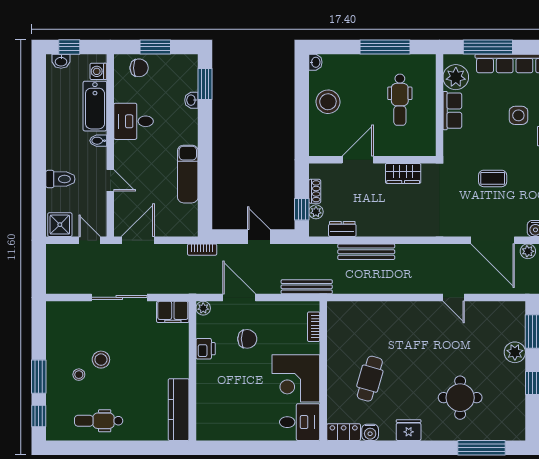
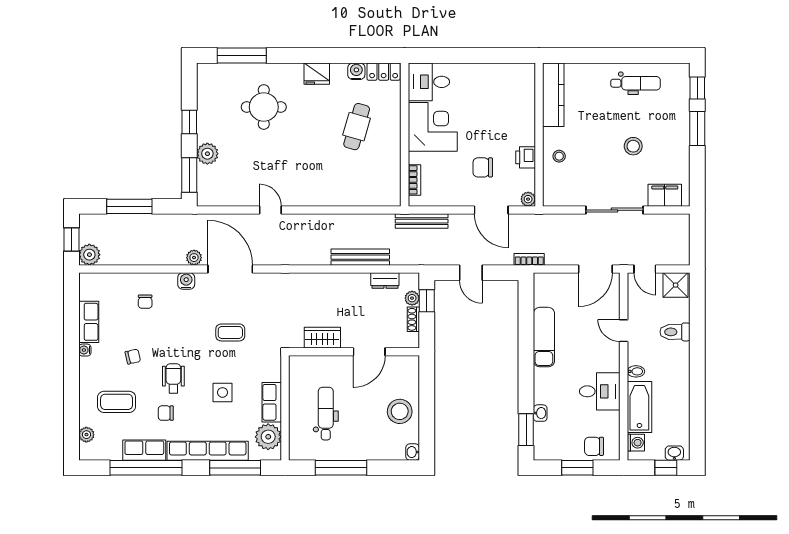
side table: (518, 115) -> (223, 392), moved
filing cabinet: (173, 312) -> (665, 195), moved
stool: (79, 375) -> (559, 156), moved

